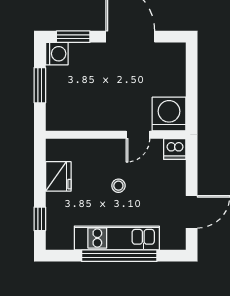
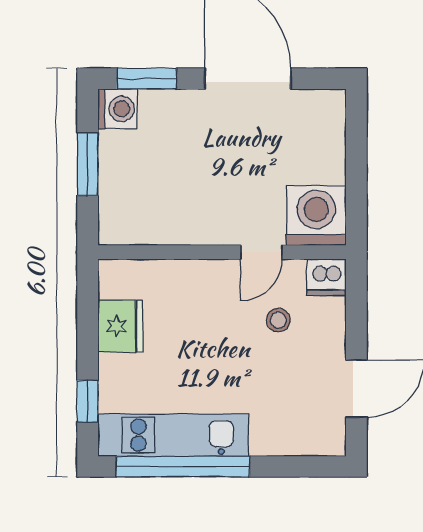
stool: (118, 186) -> (278, 320), moved
kitchen unit: (117, 238) -> (173, 435), moved
window: (119, 256) -> (183, 467), moved

